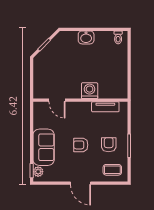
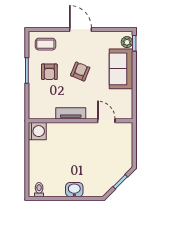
washing machine: (90, 91) -> (37, 131), moved, turned -90
tv unit: (105, 107) -> (71, 113), moved
armchair: (81, 145) -> (80, 71), turned -68

